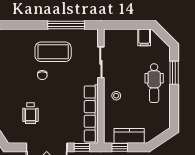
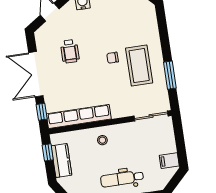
window: (66, 25) -> (170, 75), width x0.69
sliding door: (101, 62) -> (151, 116), moved
wheelchair: (30, 113) -> (70, 51), turned -90

